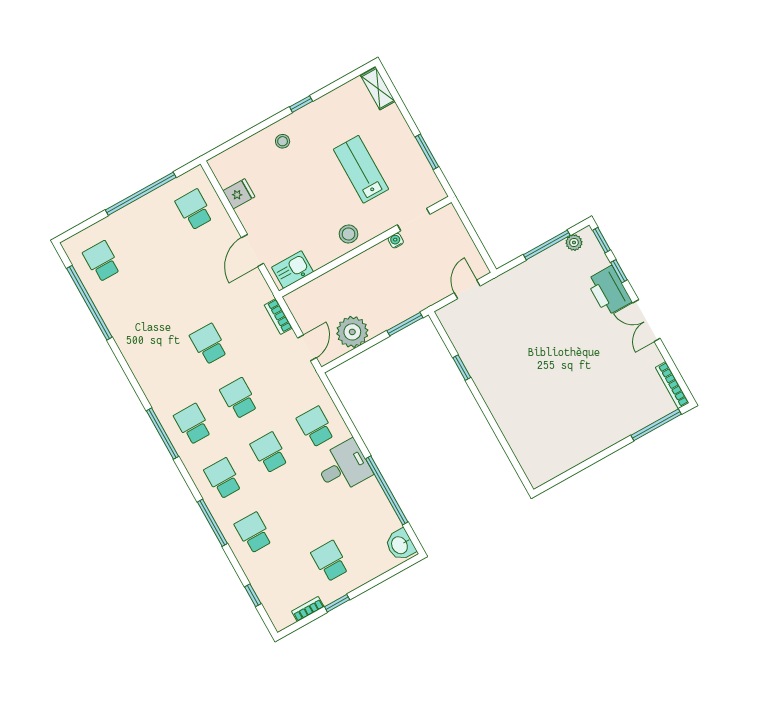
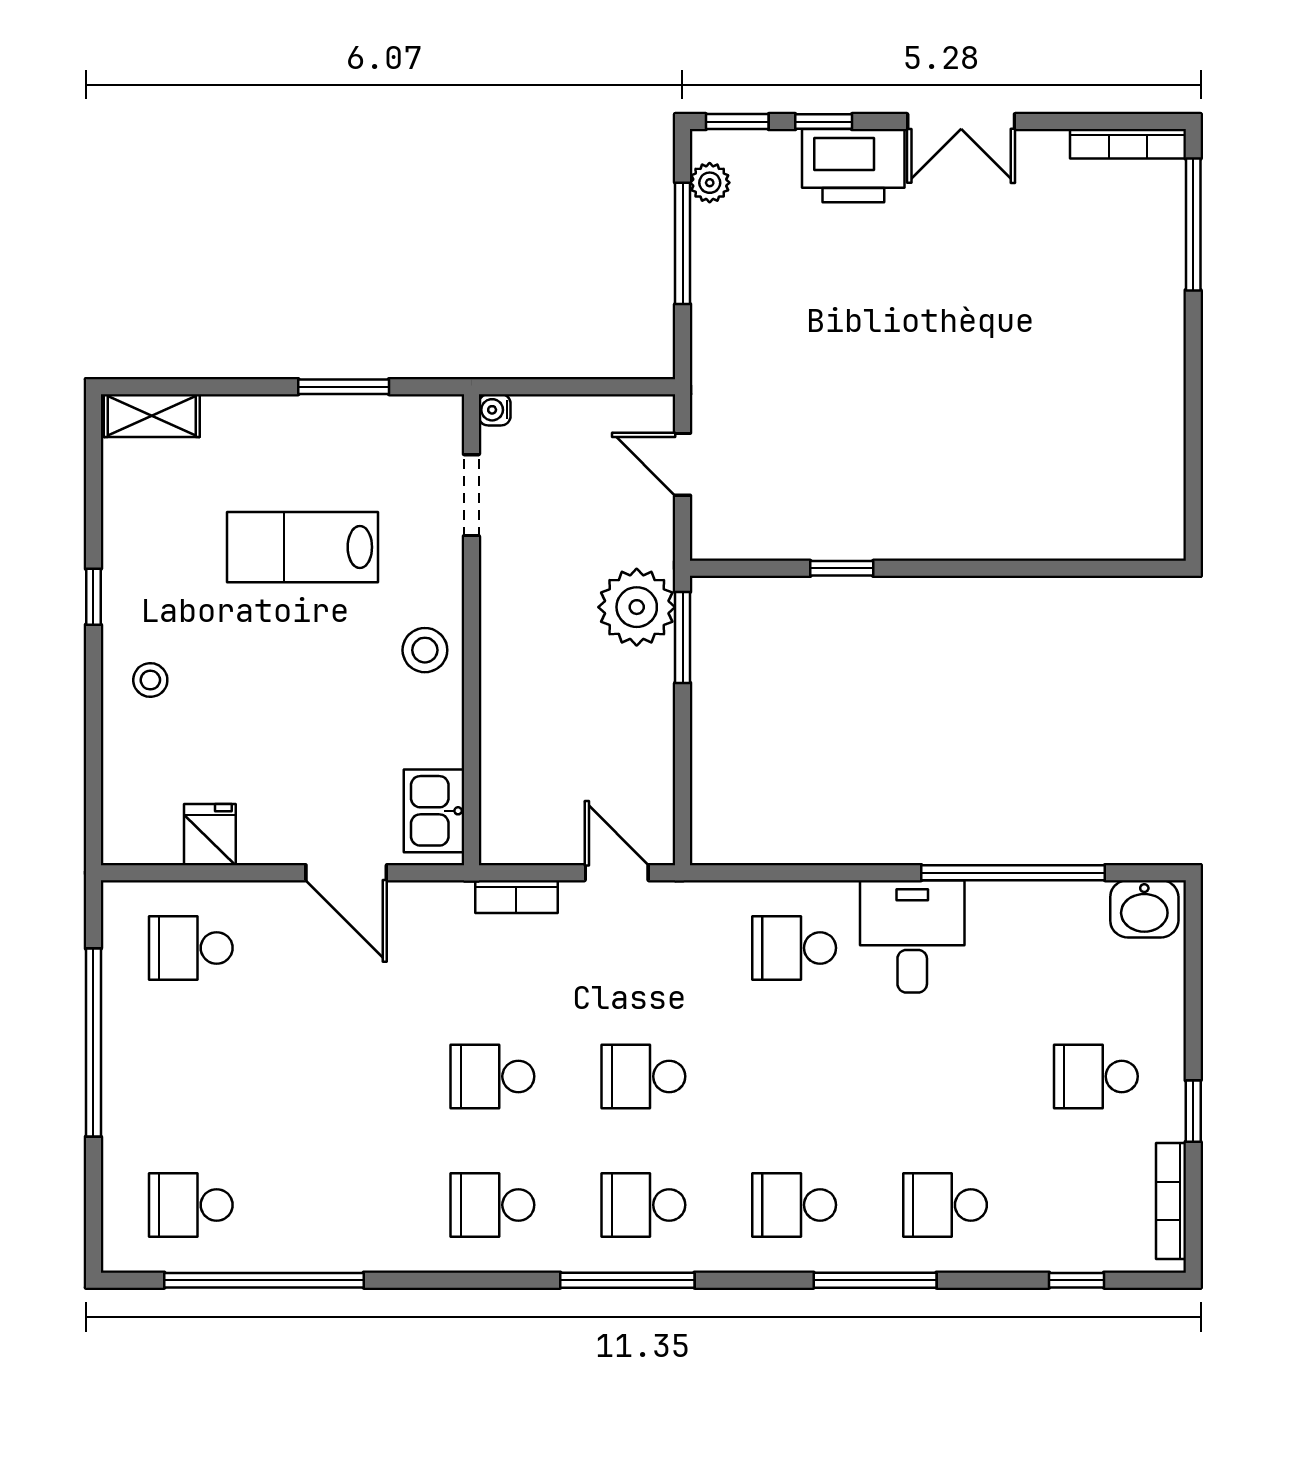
water cooler: (396, 241) -> (495, 410), moved
plant: (352, 332) -> (637, 607), moved
school desk: (269, 453) -> (492, 1205), moved
bookcase: (308, 609) -> (1171, 1201), width x1.56

